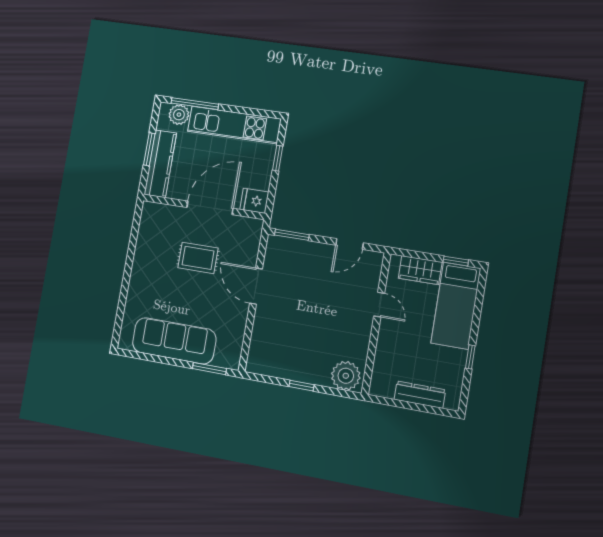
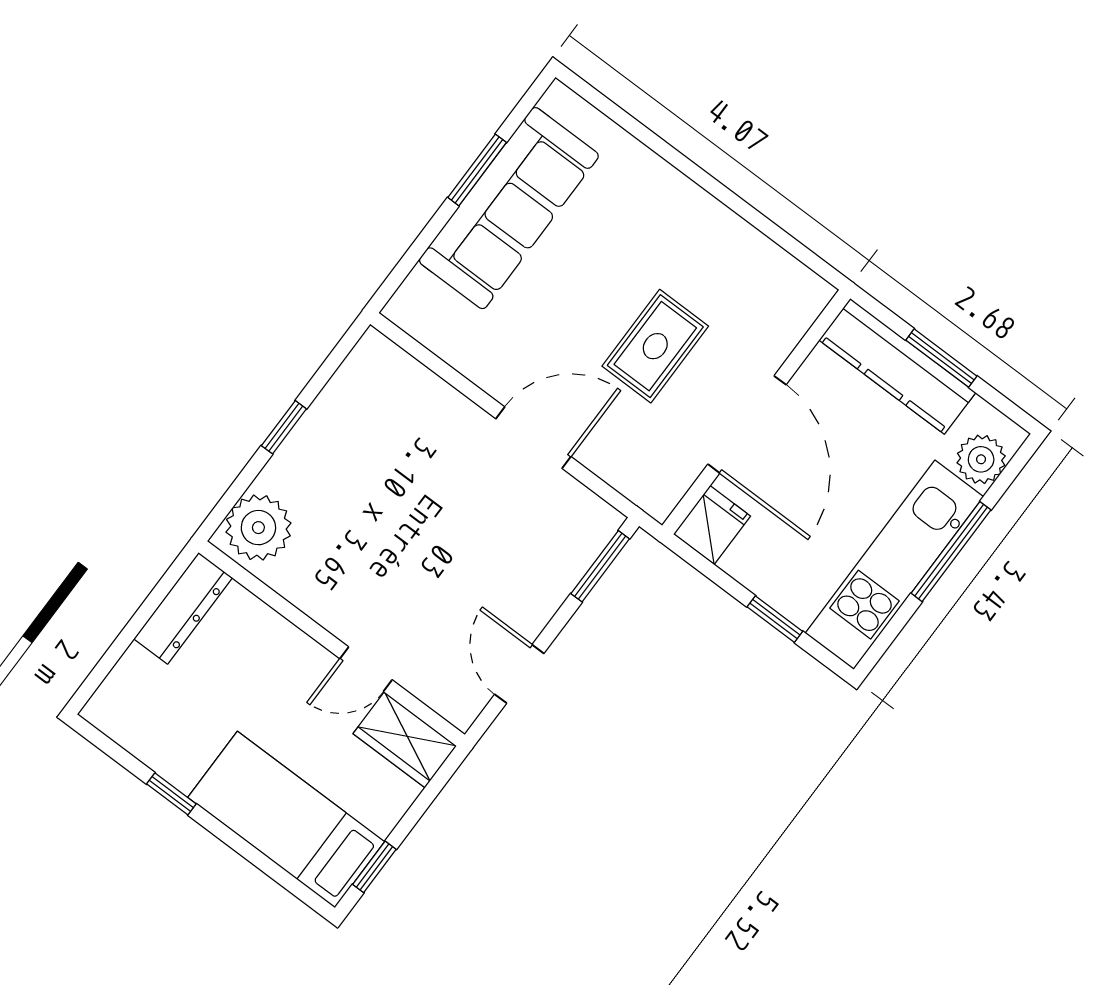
window: (195, 104) -> (951, 552), moved
wardrobe: (420, 270) -> (405, 740), moved, turned -90
window: (209, 369) -> (477, 170), moved
dresser: (420, 395) -> (183, 608), moved

